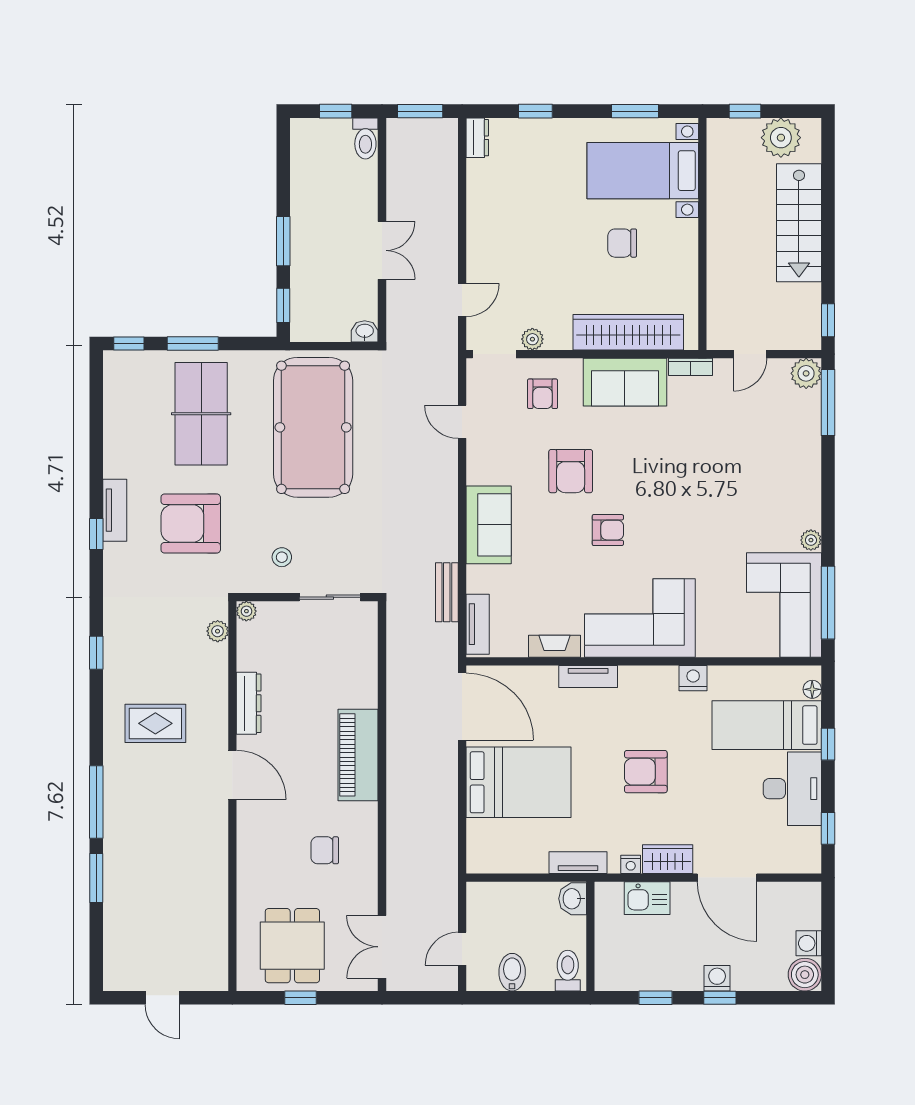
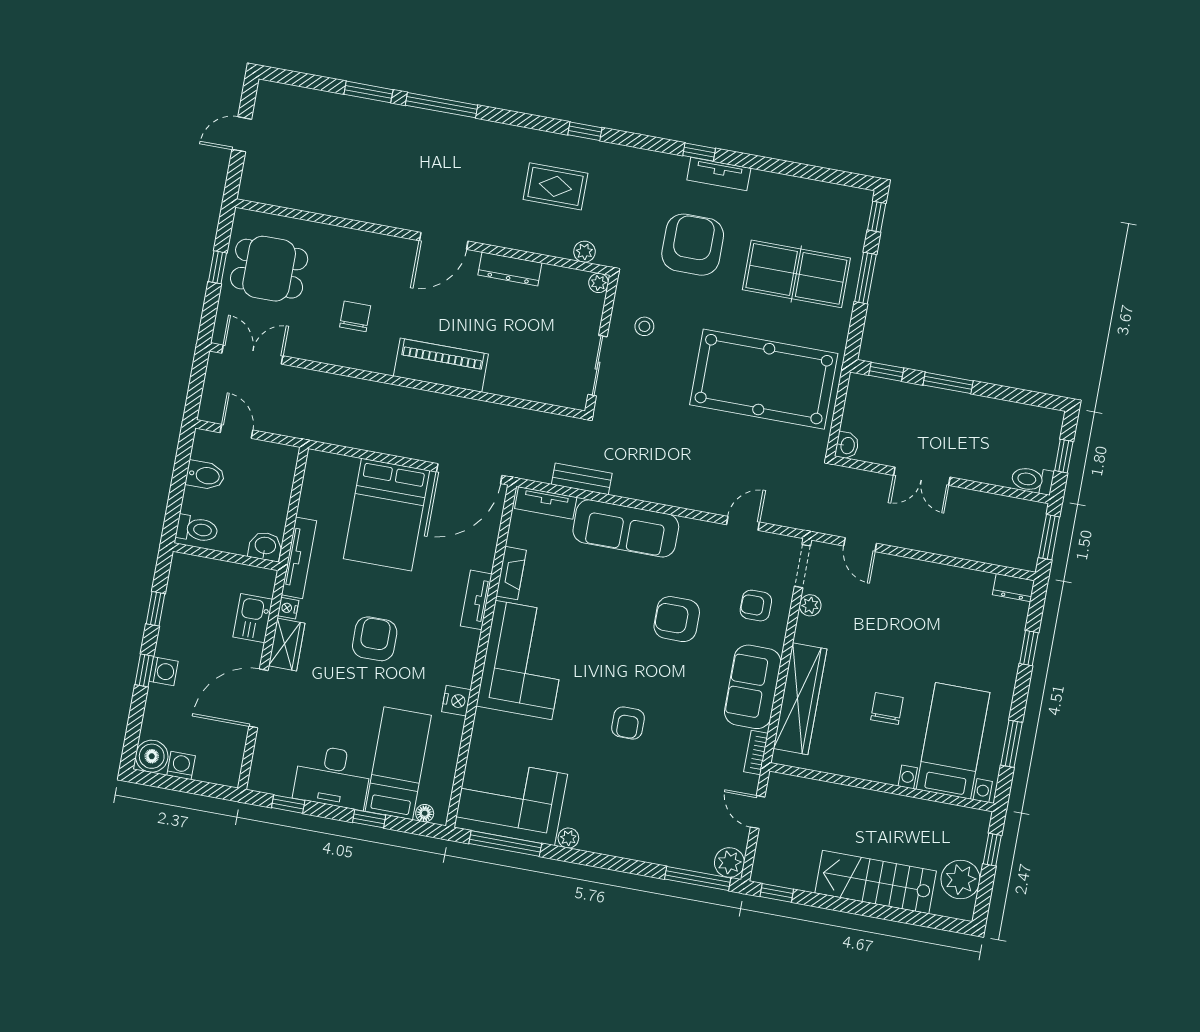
sofa: (489, 525) -> (626, 528), width x1.36
armchair: (608, 530) -> (628, 723), moved
rug: (155, 723) -> (555, 186), moved, turned 90
tv unit: (578, 863) -> (299, 558), width x1.41

